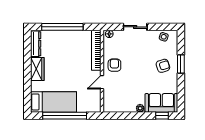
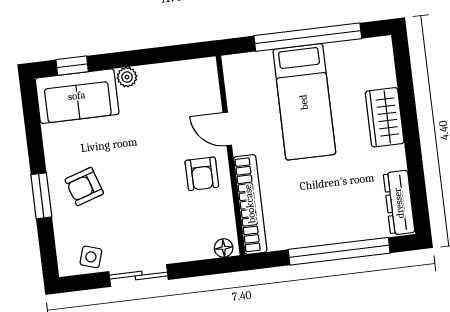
sliding door: (135, 27) -> (139, 276), moved
wardrobe: (37, 69) -> (385, 117), moved
door: (102, 82) -> (227, 129), swing flipped
bed: (53, 102) -> (304, 102), moved, turned -90

